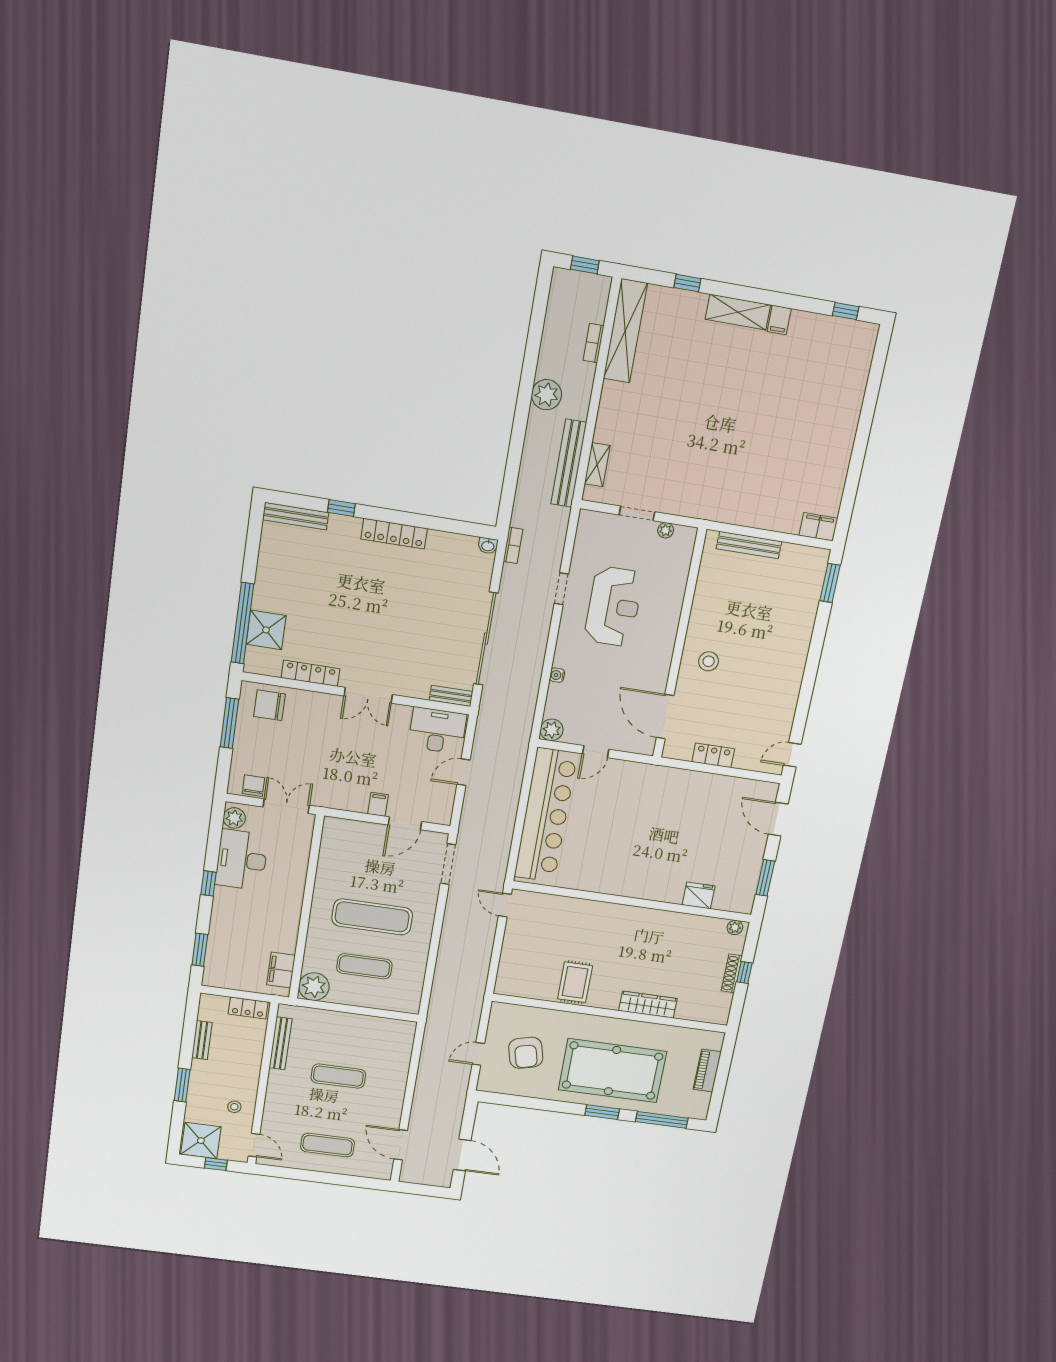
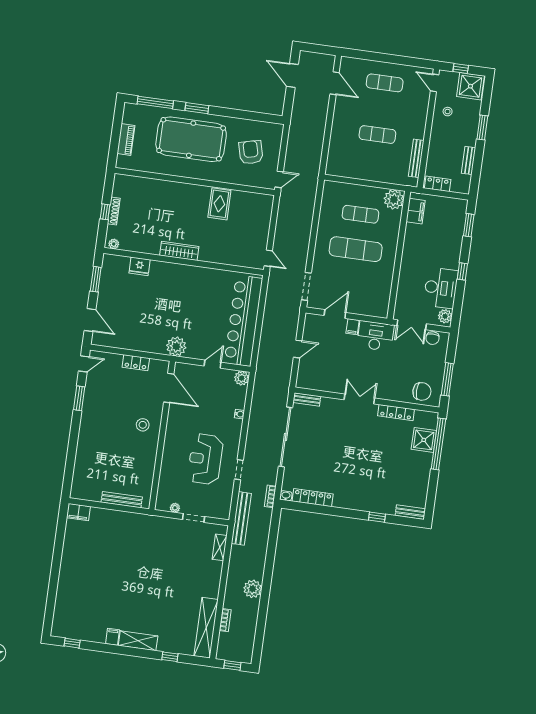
bench: (569, 463) -> (241, 518), moved
bench: (296, 516) -> (410, 512), width x0.73
locker: (394, 534) -> (313, 498), moved
window: (830, 583) -> (79, 398), moved
desk: (437, 731) -> (375, 336), moved, turned 180
plant: (650, 779) -> (176, 346), added
wardrobe: (648, 1005) -> (179, 251), moved, turned 180
door: (478, 1054) -> (279, 179), moved

